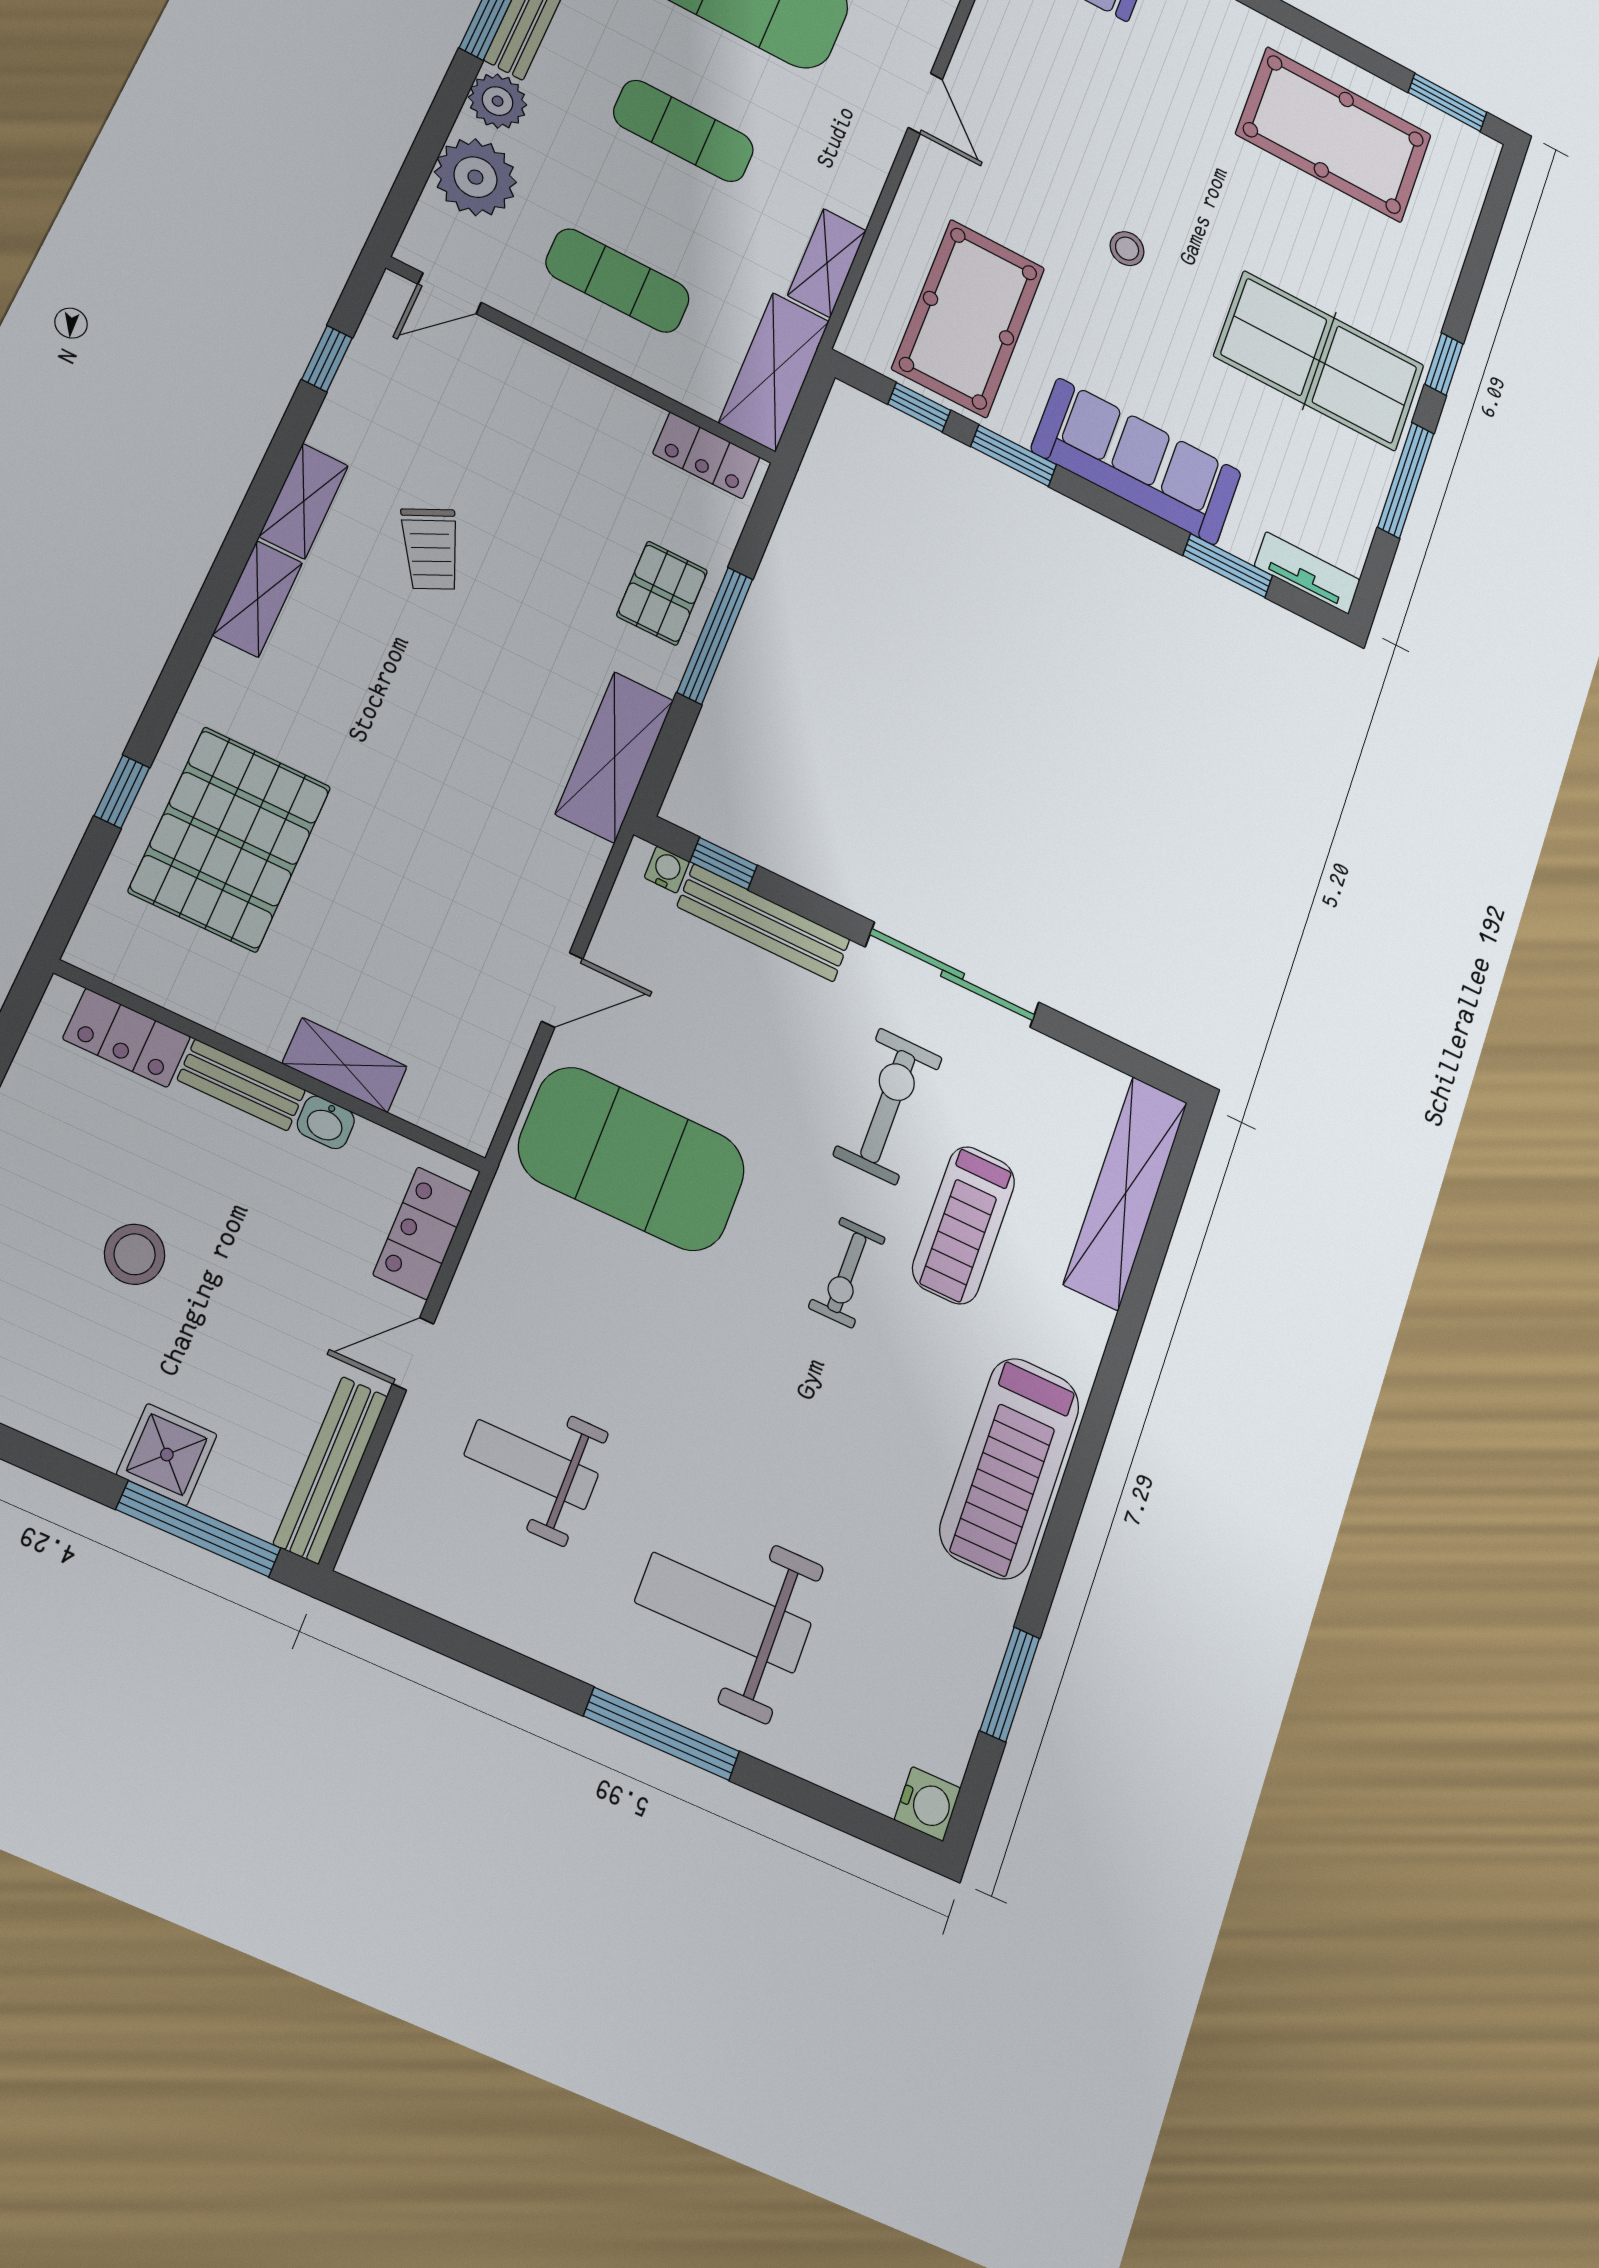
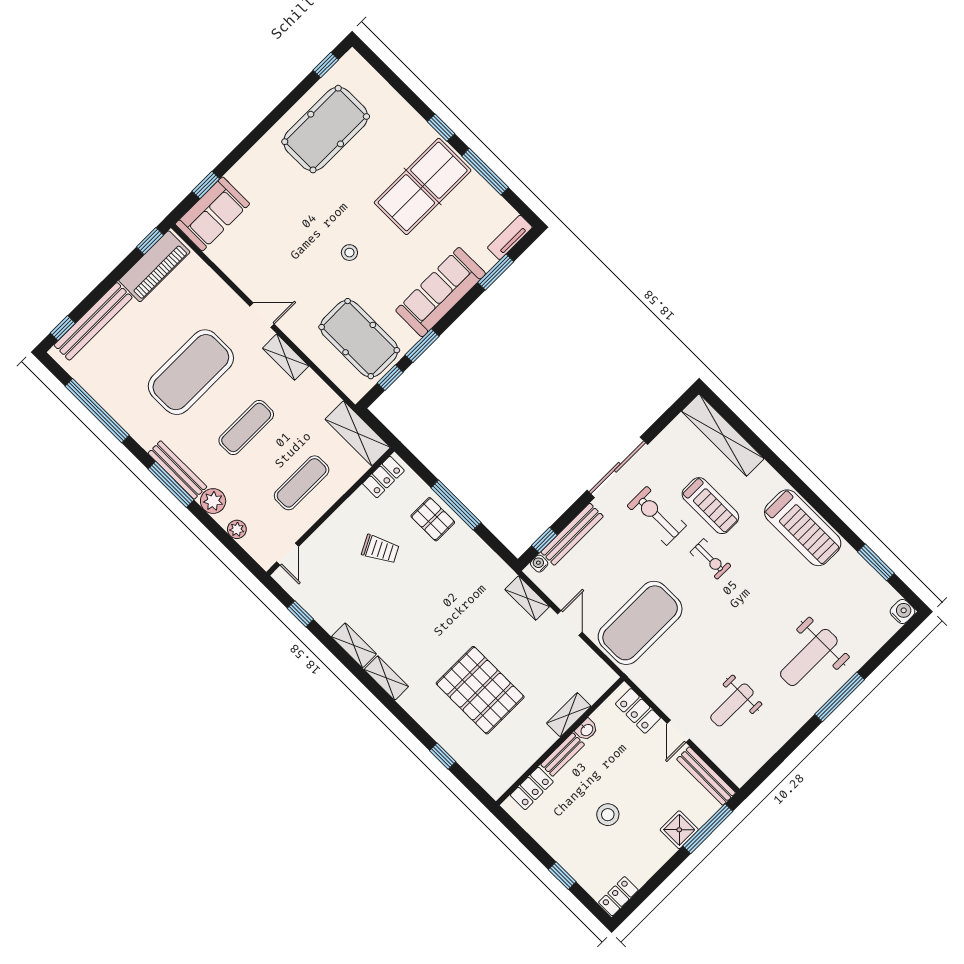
window: (1447, 102) -> (326, 65), width x0.67
plant: (475, 177) -> (237, 529), width x0.53, depth x0.53
shelving: (827, 263) -> (286, 357), moved
trolley: (431, 549) -> (380, 549), moved
shelving: (615, 757) -> (527, 598), moved, width x0.67, depth x0.75
pallet: (230, 839) -> (480, 690), moved

